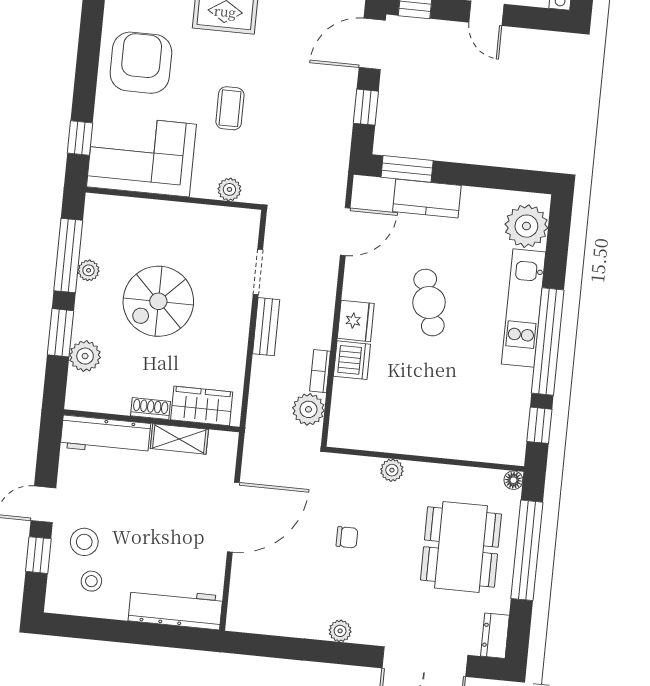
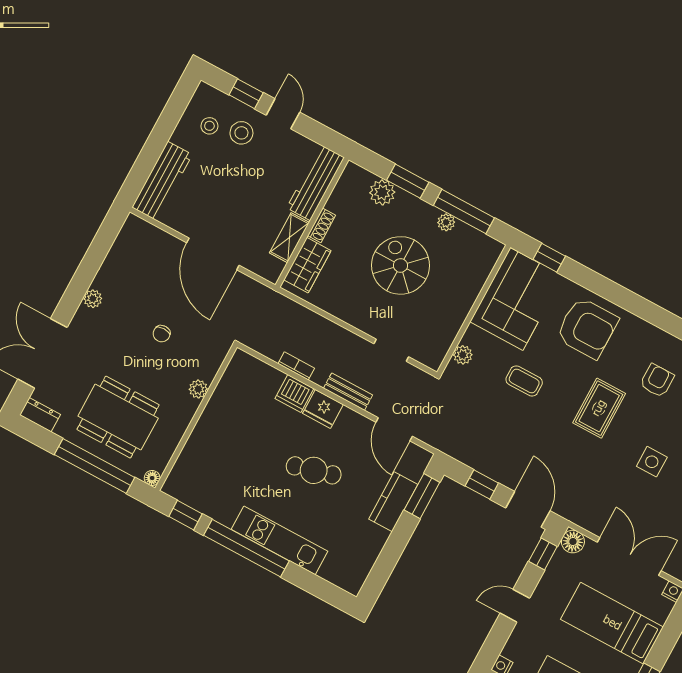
plant: (526, 226) -> (341, 569), removed
bench: (266, 327) -> (348, 392), moved
plant: (308, 409) -> (271, 345), removed

